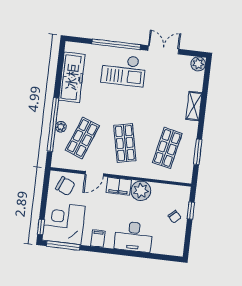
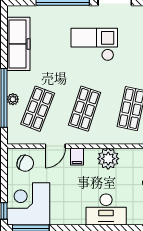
checkout: (124, 70) -> (94, 44), moved, turned 180
shop shelf: (125, 143) -> (85, 109), turned 30
filing cabinet: (119, 186) -> (77, 157), width x0.50
filing cabinet: (98, 238) -> (67, 216), removed

